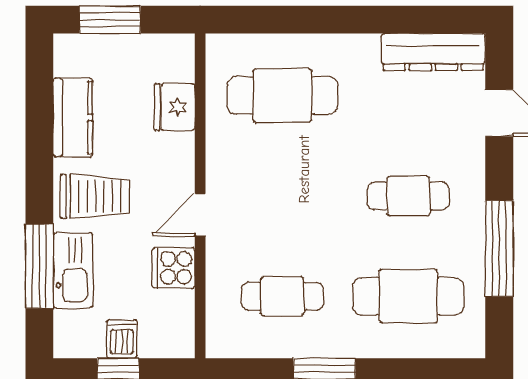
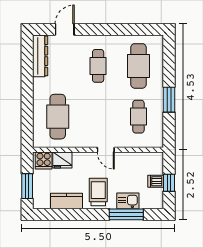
window: (499, 249) -> (119, 29), removed
cooker: (174, 268) -> (44, 160), moved
kitchen sink: (73, 270) -> (128, 201), width x0.73

